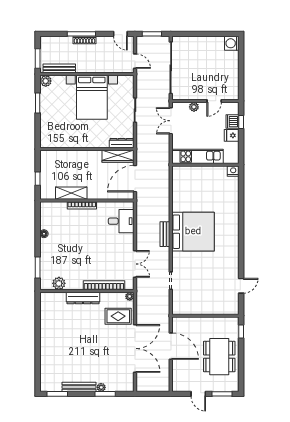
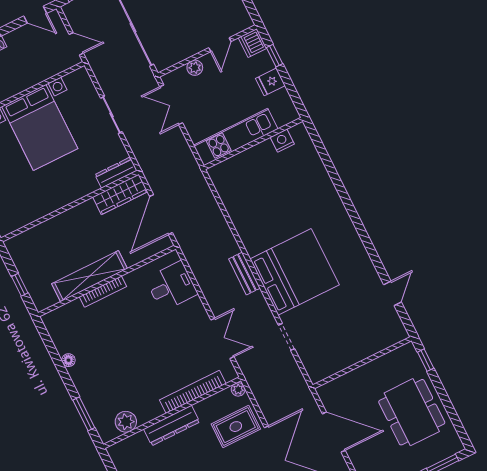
dishwasher: (233, 122) -> (252, 43), moved
nightstand: (233, 171) -> (282, 141), moved
shelving: (71, 193) -> (90, 276), width x1.47
bed: (193, 232) -> (295, 272), moved

